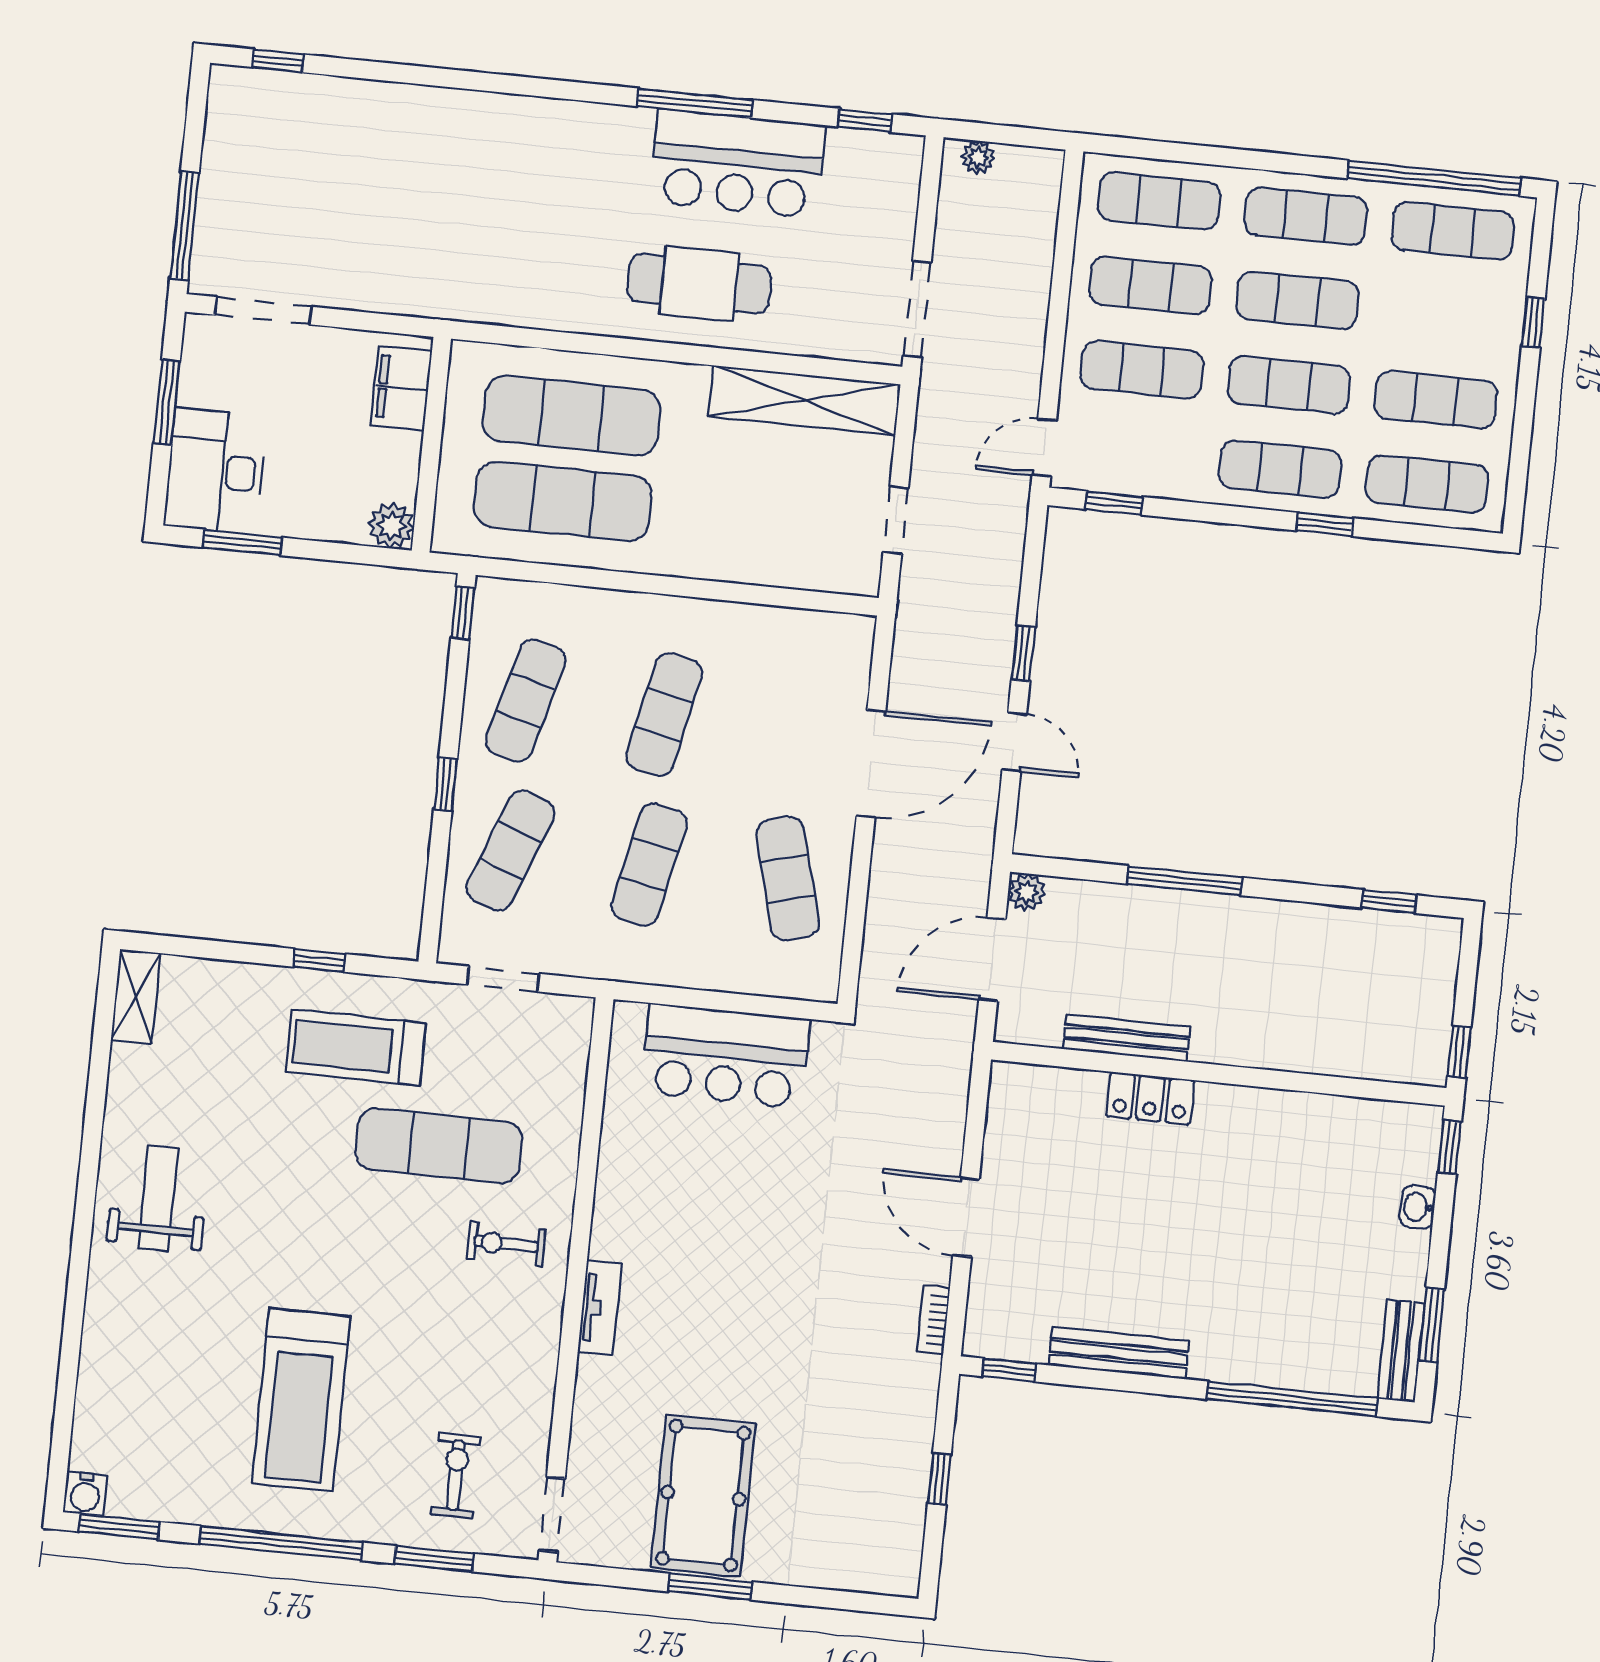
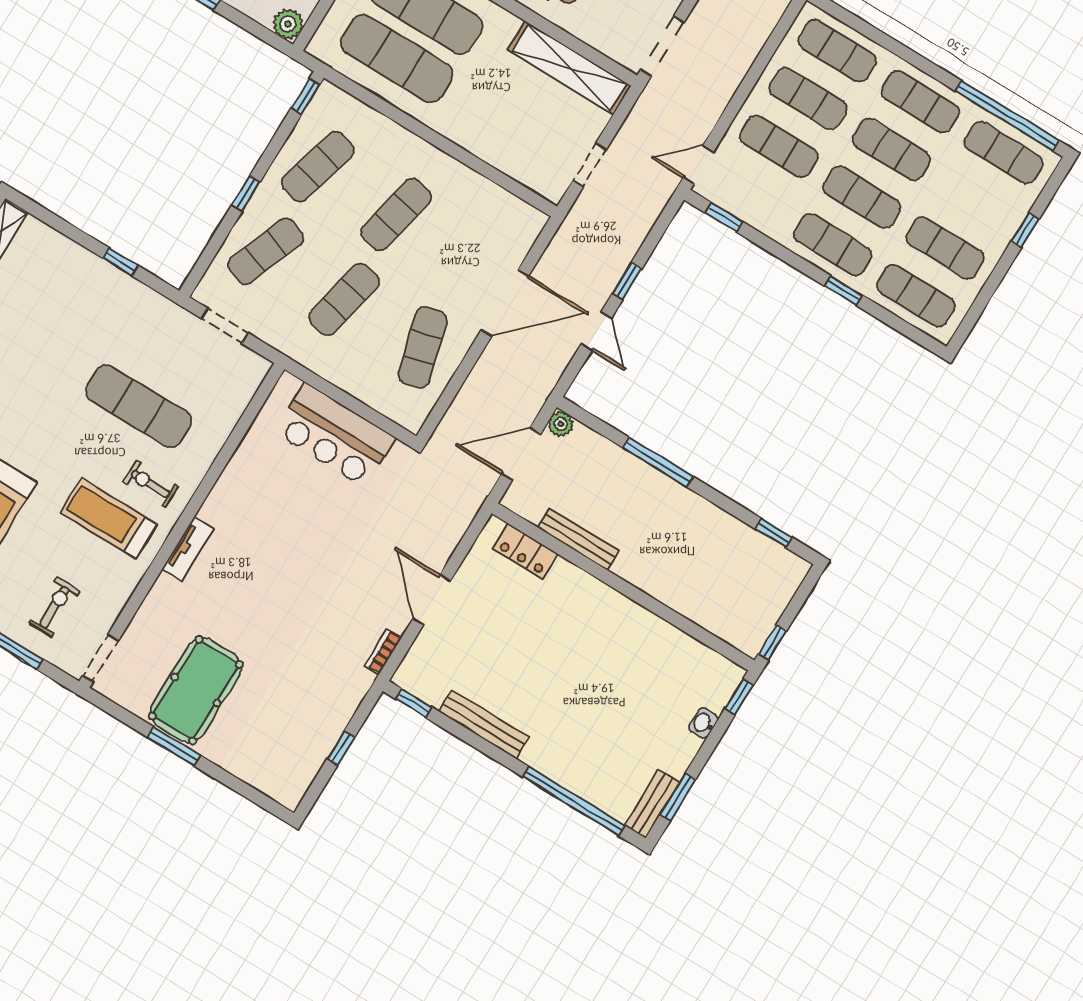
treadmill: (356, 1048) -> (109, 519), moved
locker: (1150, 1098) -> (525, 551), moved

